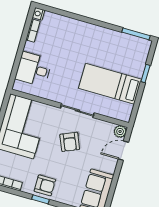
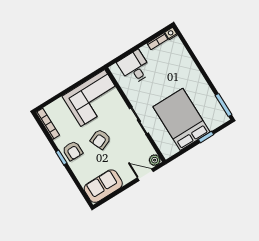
bed: (110, 84) -> (181, 119), width x1.50
armchair: (70, 142) -> (101, 139), moved

